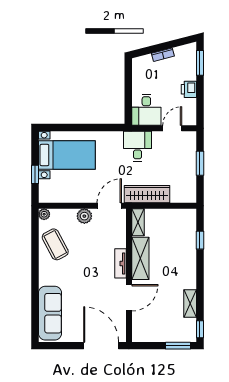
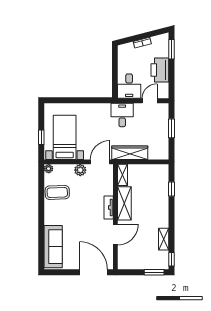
printer: (189, 89) -> (160, 70), width x1.87, depth x1.48
bed with nightstands: (67, 155) -> (65, 137), moved, turned -90
coffee table: (55, 244) -> (57, 192), turned -64

